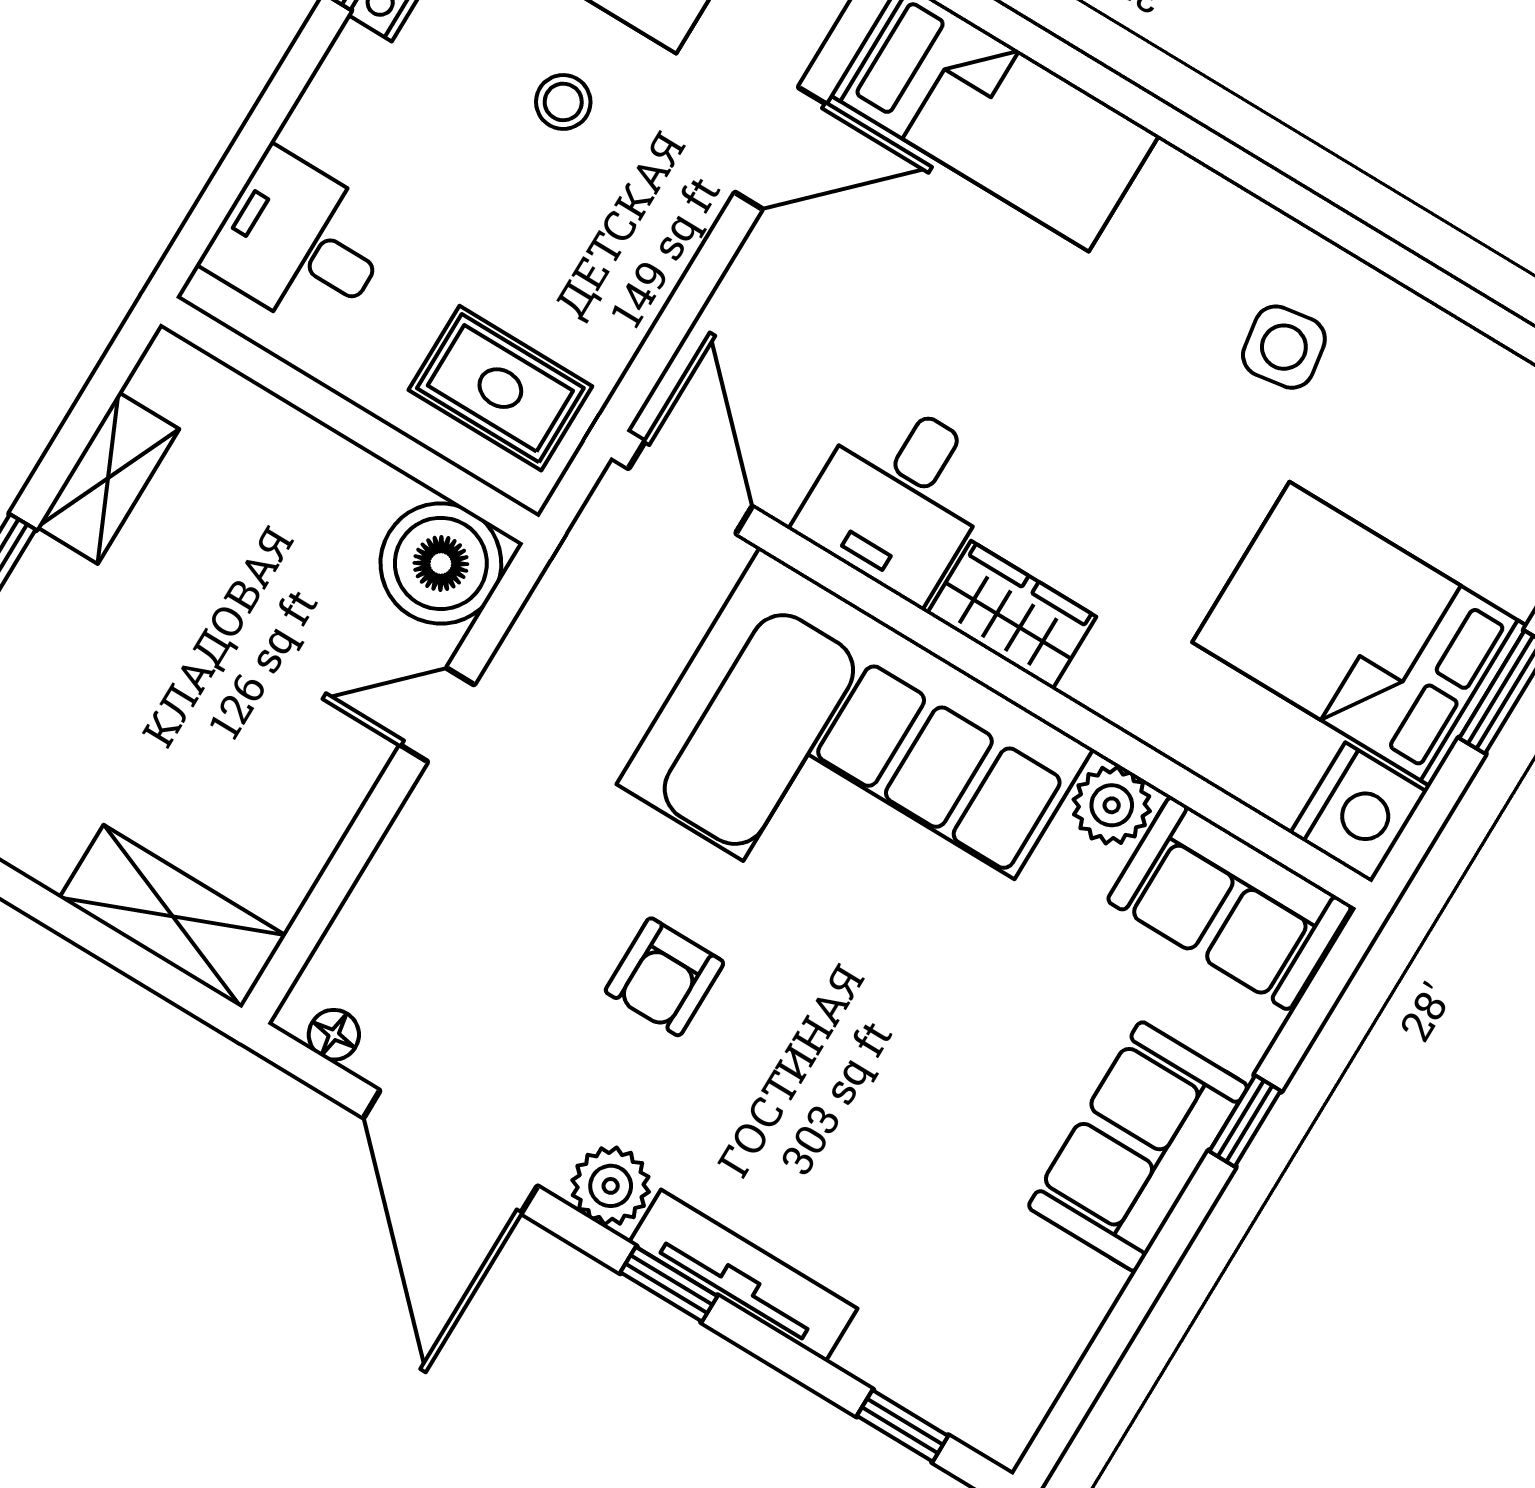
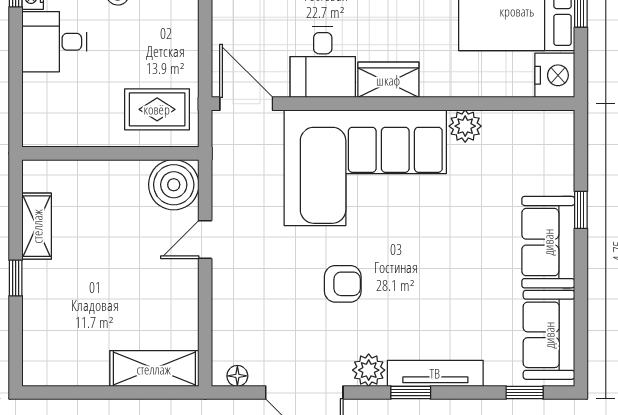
desk: (300, 243) -> (54, 42), moved
sofa: (1229, 903) -> (549, 335), moved, turned 90
armchair: (664, 977) -> (343, 284), turned -90

